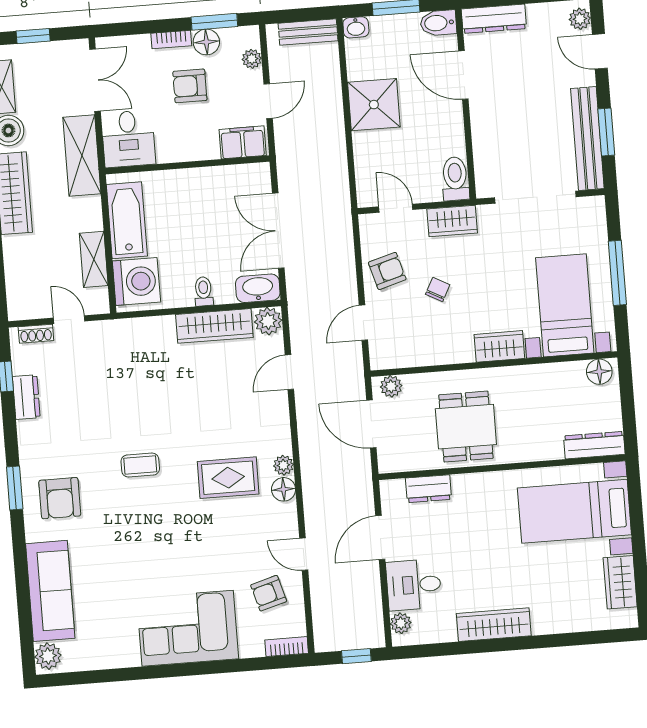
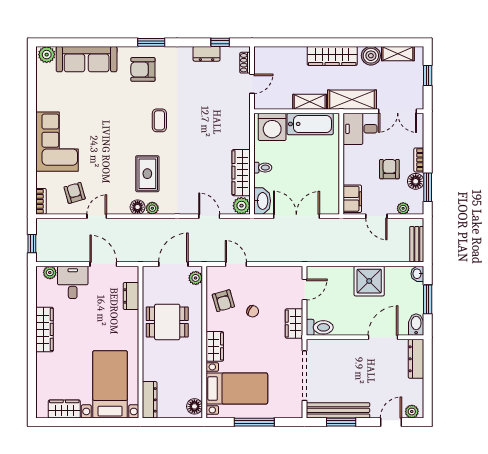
shelving: (94, 259) -> (310, 102), moved
armchair: (387, 271) -> (223, 301), moved

